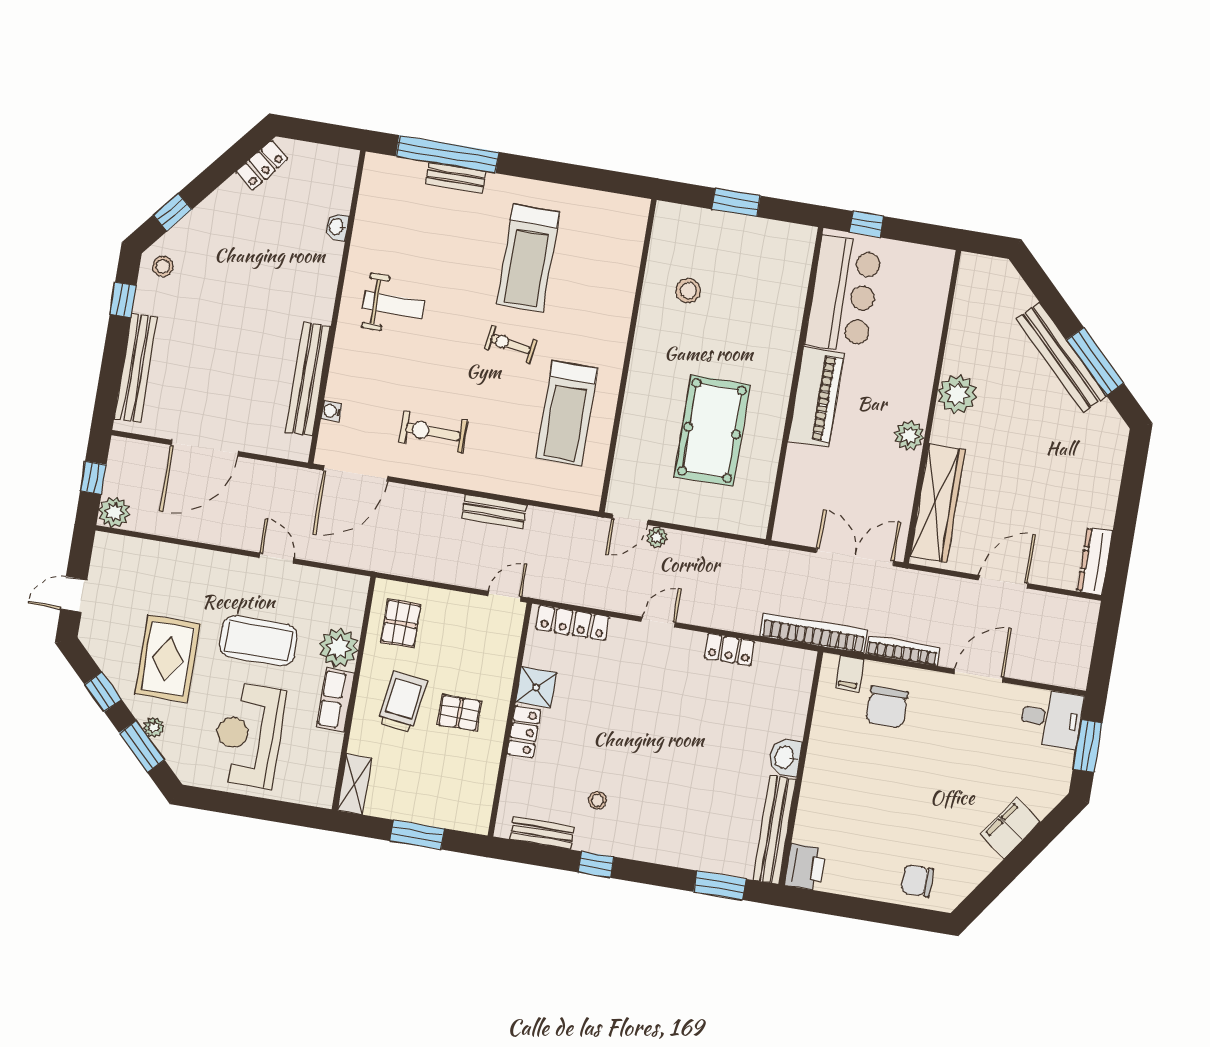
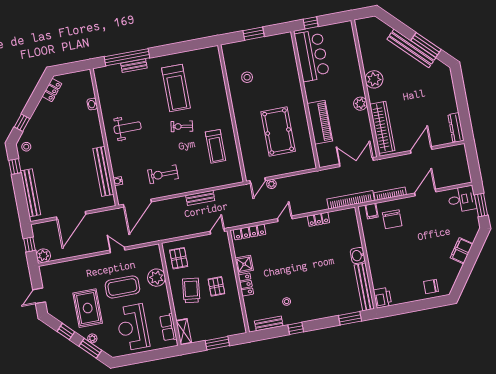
piano: (816, 397) -> (320, 122), moved
treadmill: (567, 413) -> (215, 146), width x0.73, depth x0.73
row of seats: (335, 700) -> (168, 327), moved
pallet: (459, 713) -> (216, 286), turned 90

